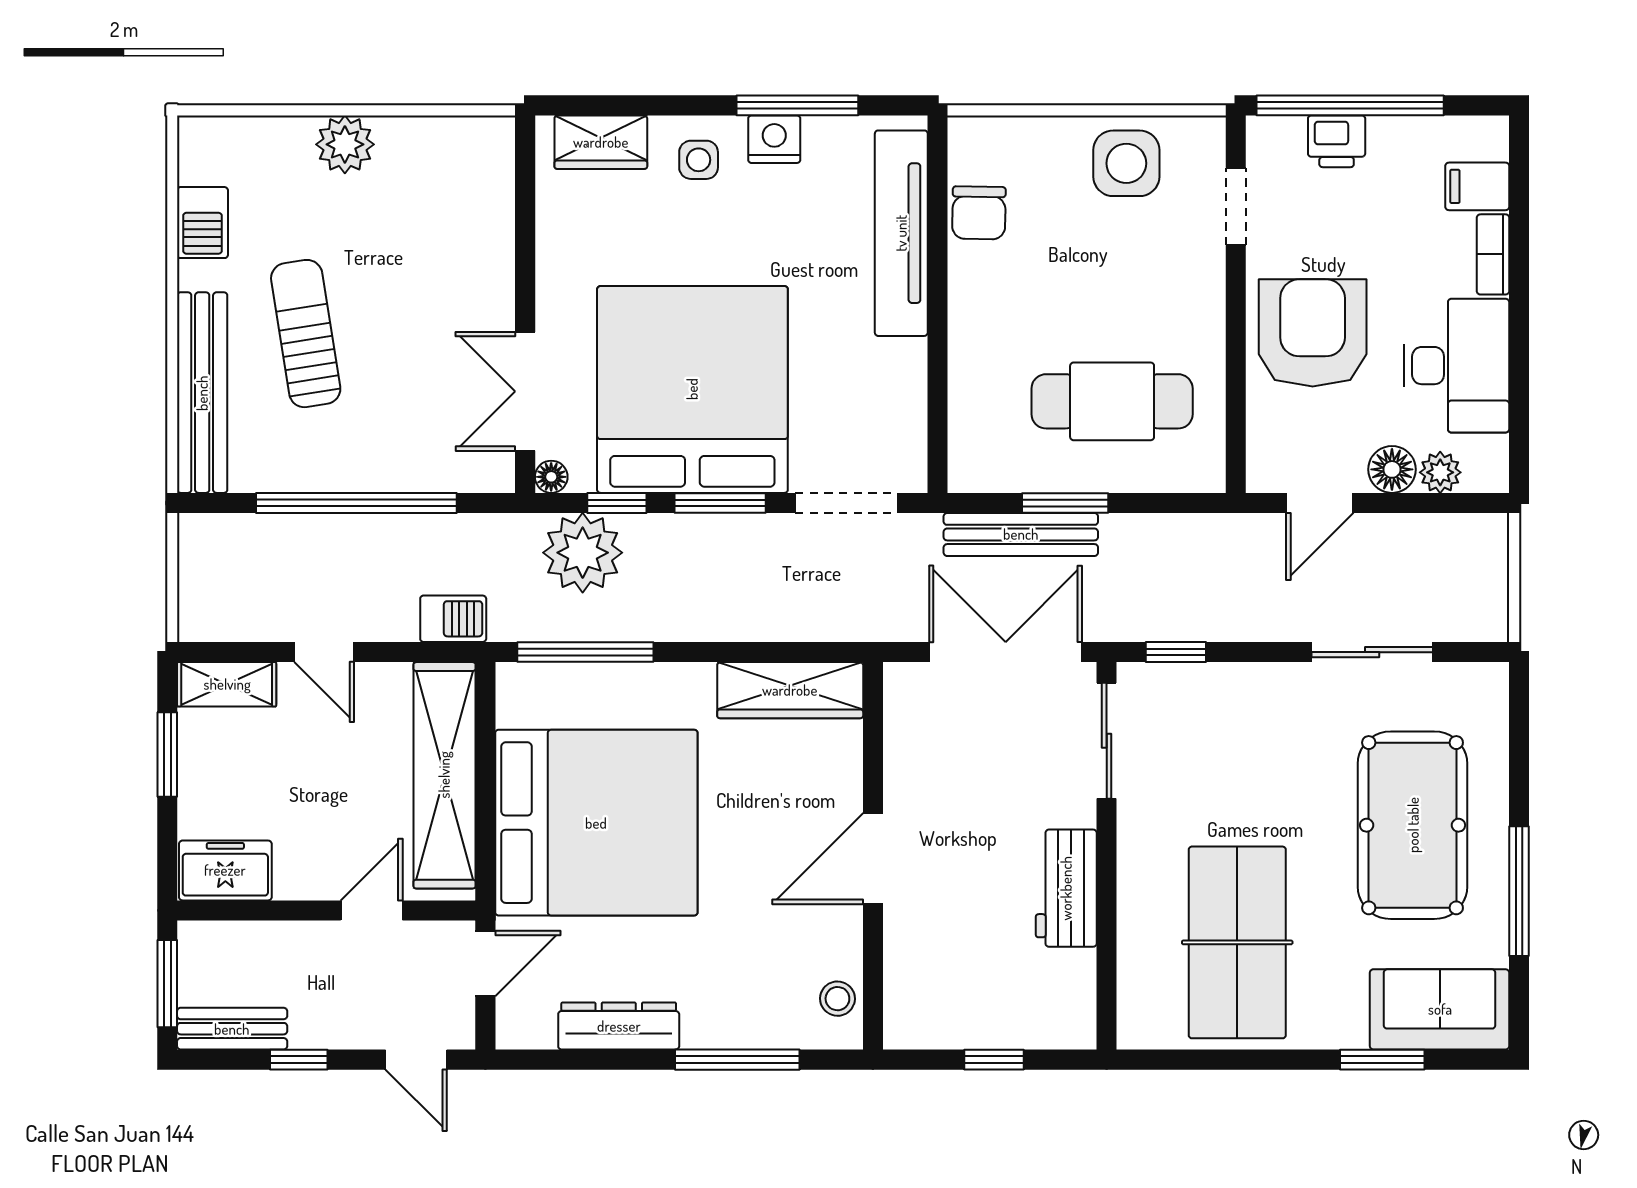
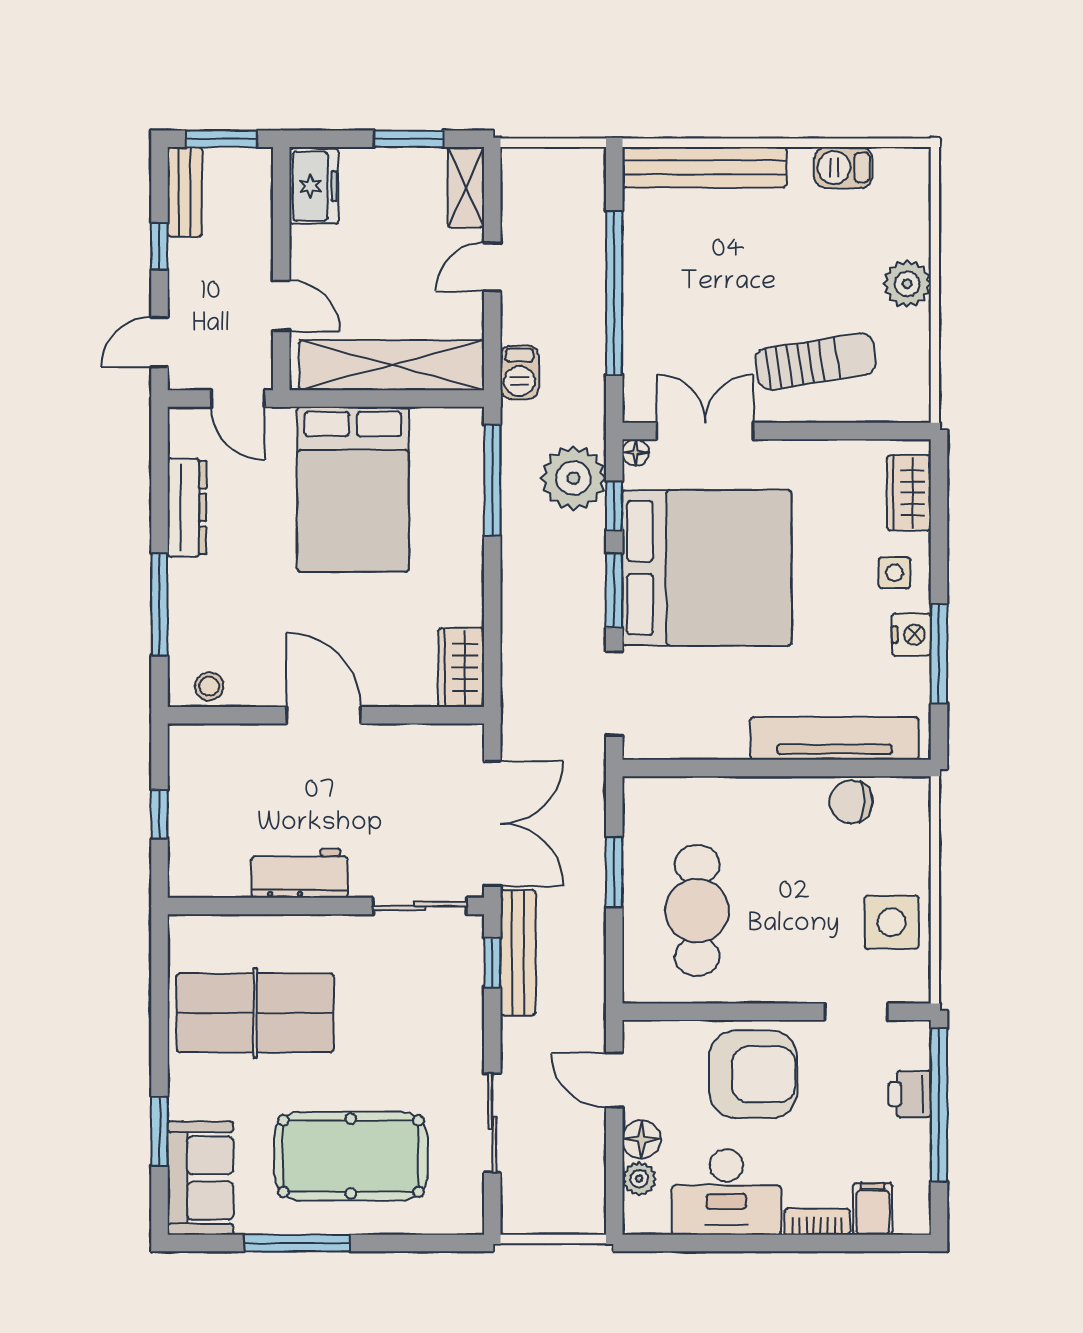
sun lounger: (306, 334) -> (816, 361), moved
bench: (1021, 534) -> (518, 953), moved
wardrobe: (790, 690) -> (461, 667), width x0.67
bed: (596, 823) -> (353, 489), width x0.73

